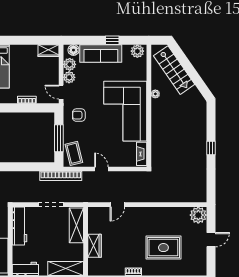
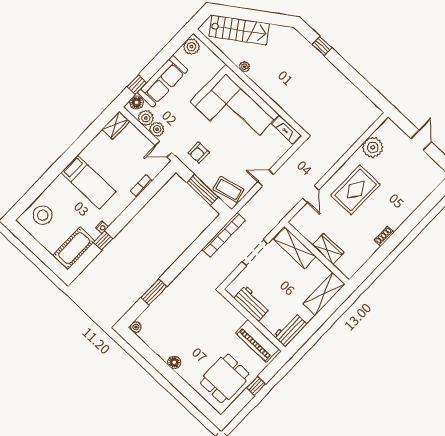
window: (112, 40) -> (137, 85), moved
window: (211, 148) -> (322, 46), moved
bookcase: (61, 176) -> (224, 235), moved
plant: (198, 215) -> (373, 147), moved
workbench: (19, 226) -> (252, 303), width x0.73
rug: (163, 248) -> (355, 190), moved

